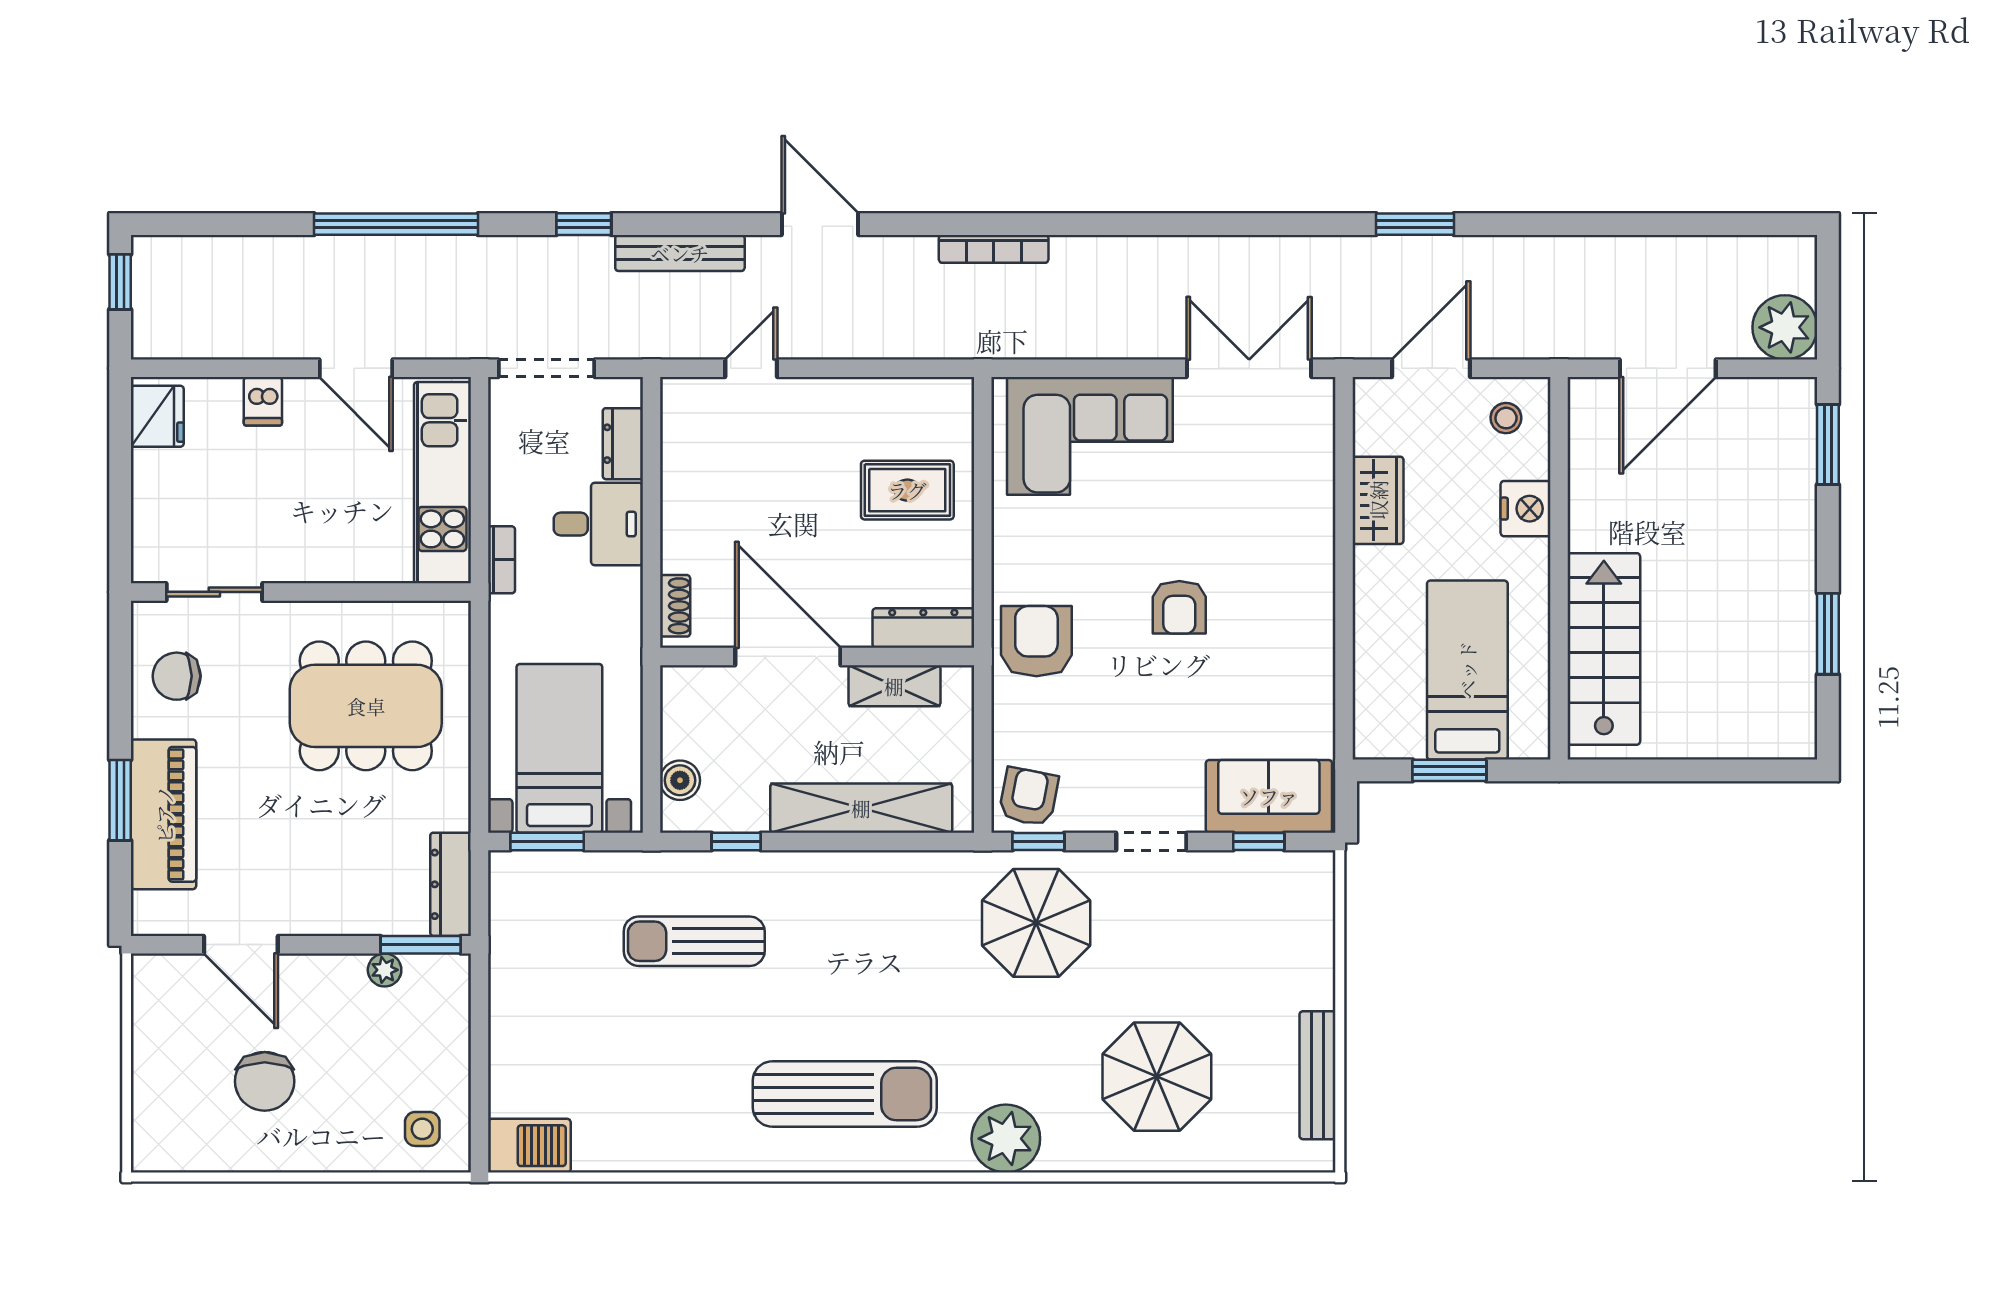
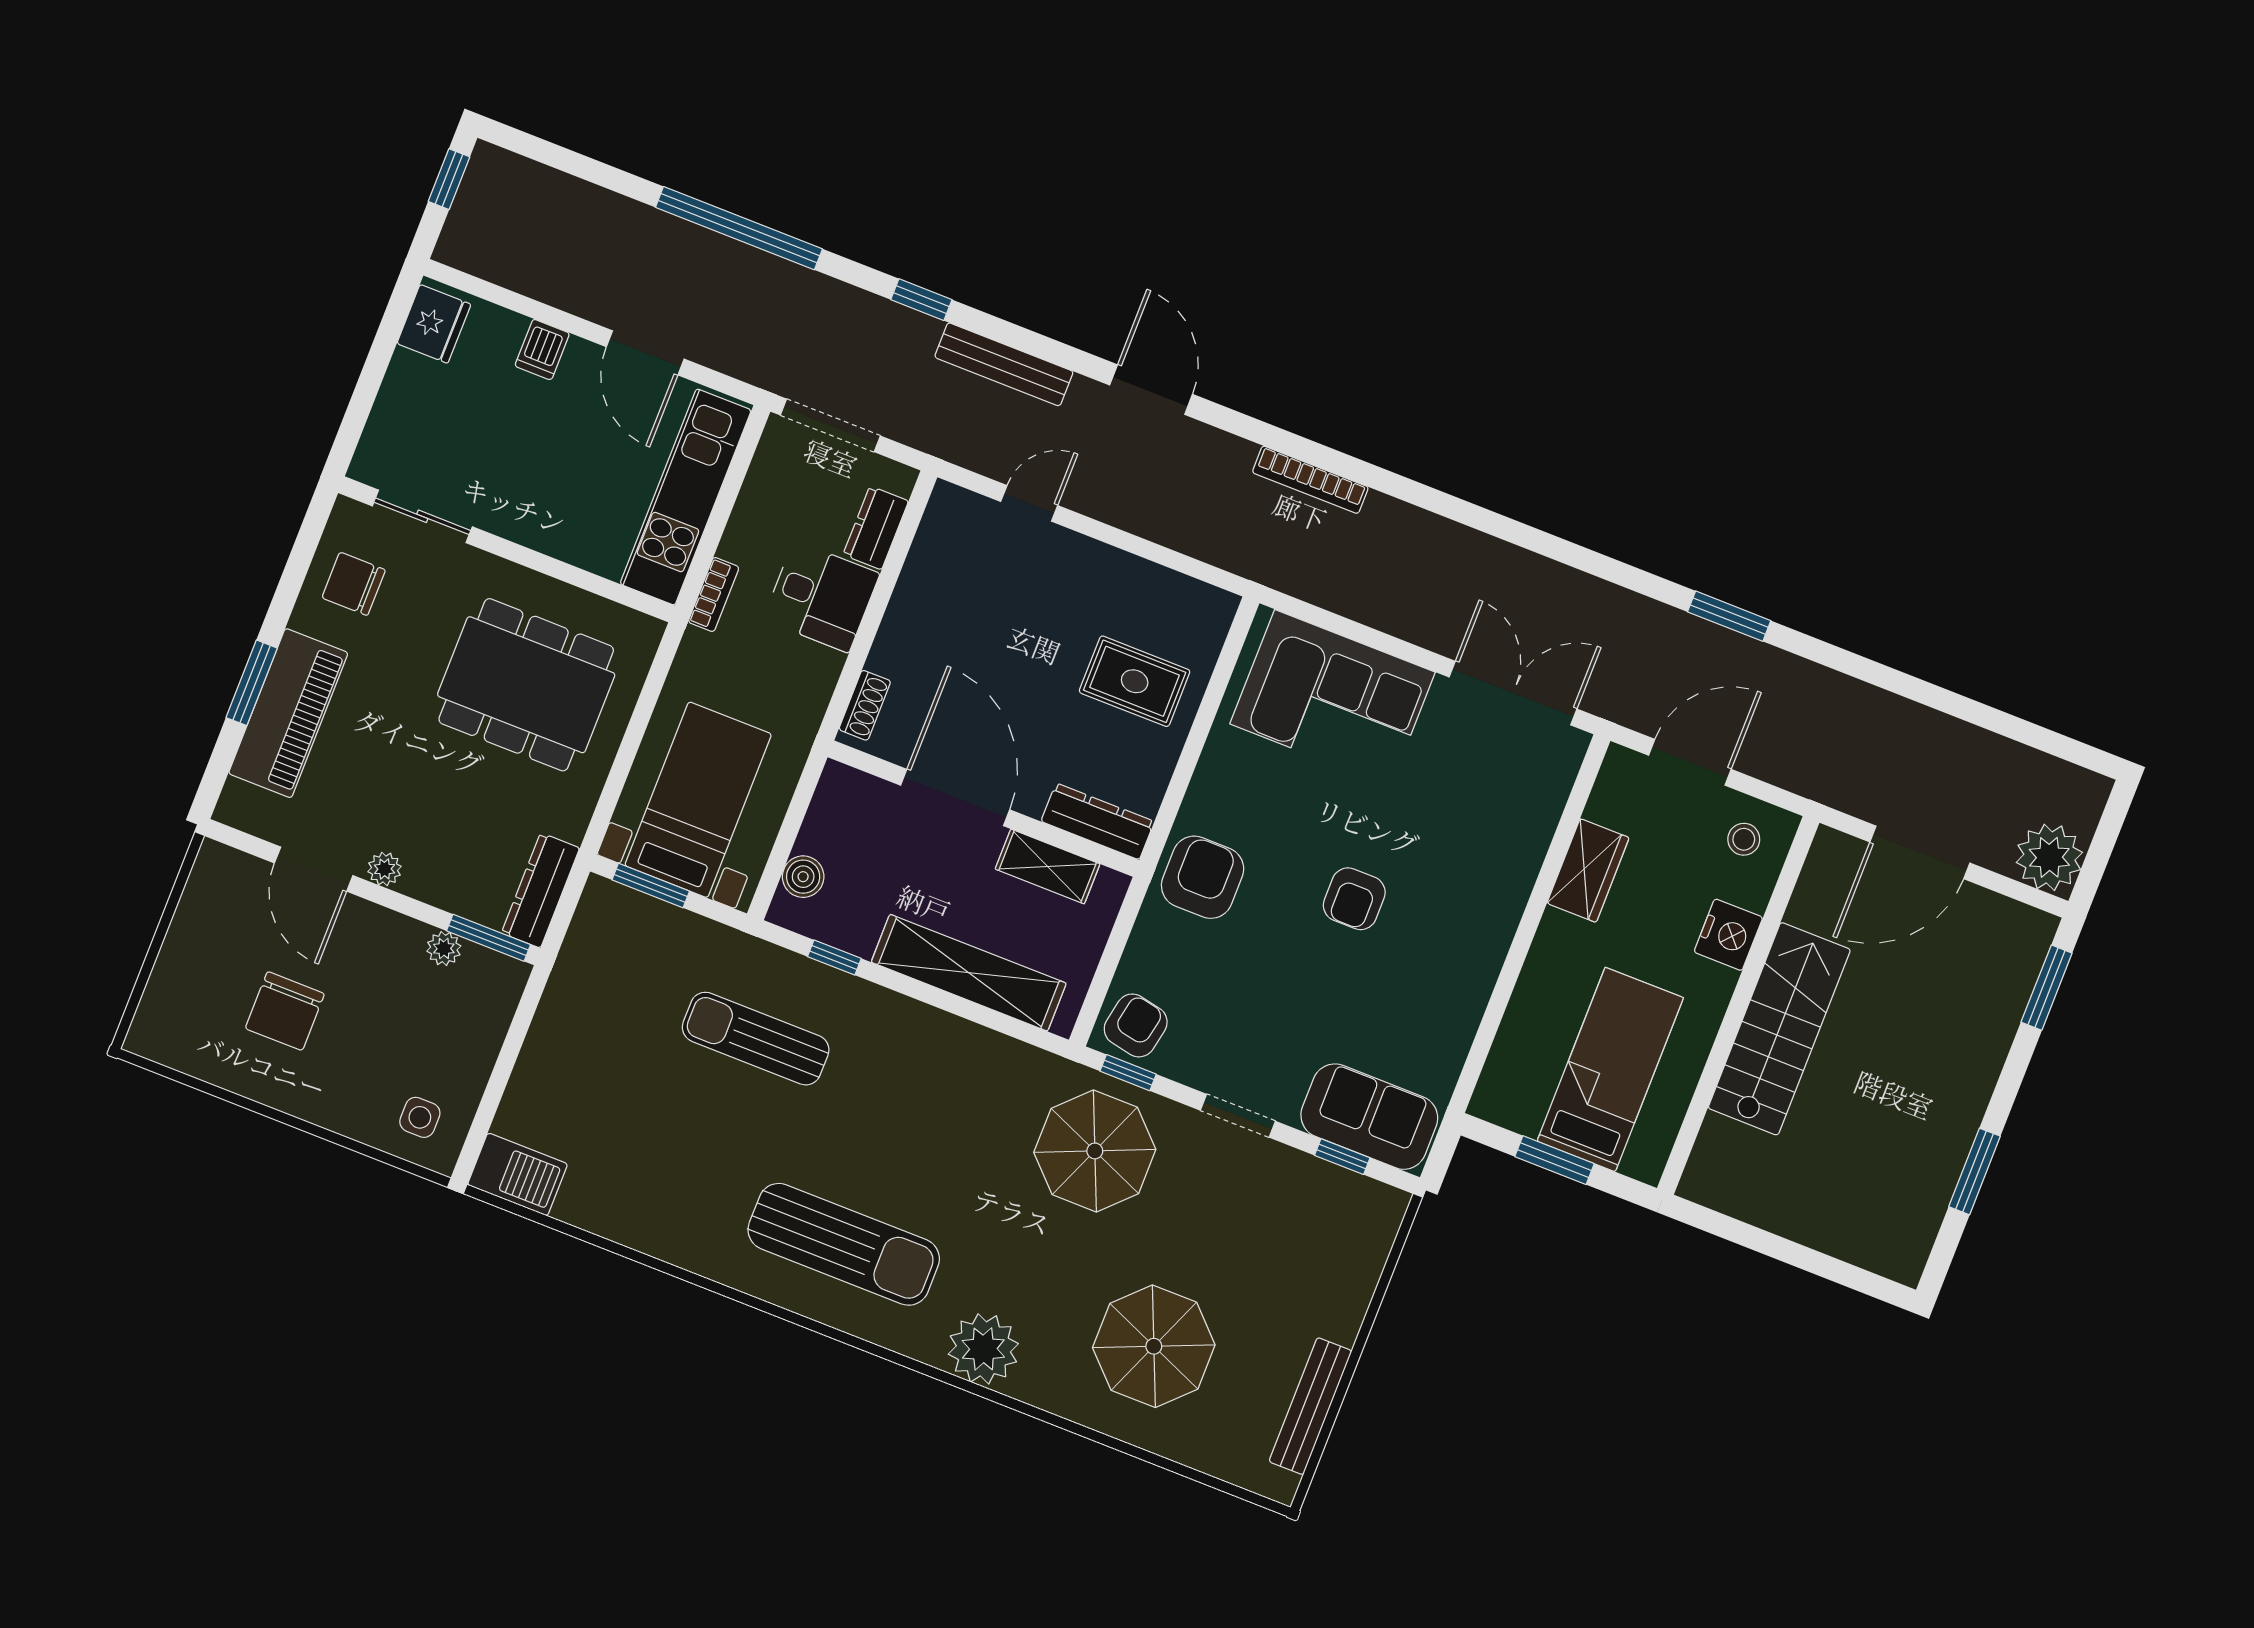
stairs: (1604, 649) -> (1779, 1029), moved
plant: (304, 920) -> (385, 869), added

